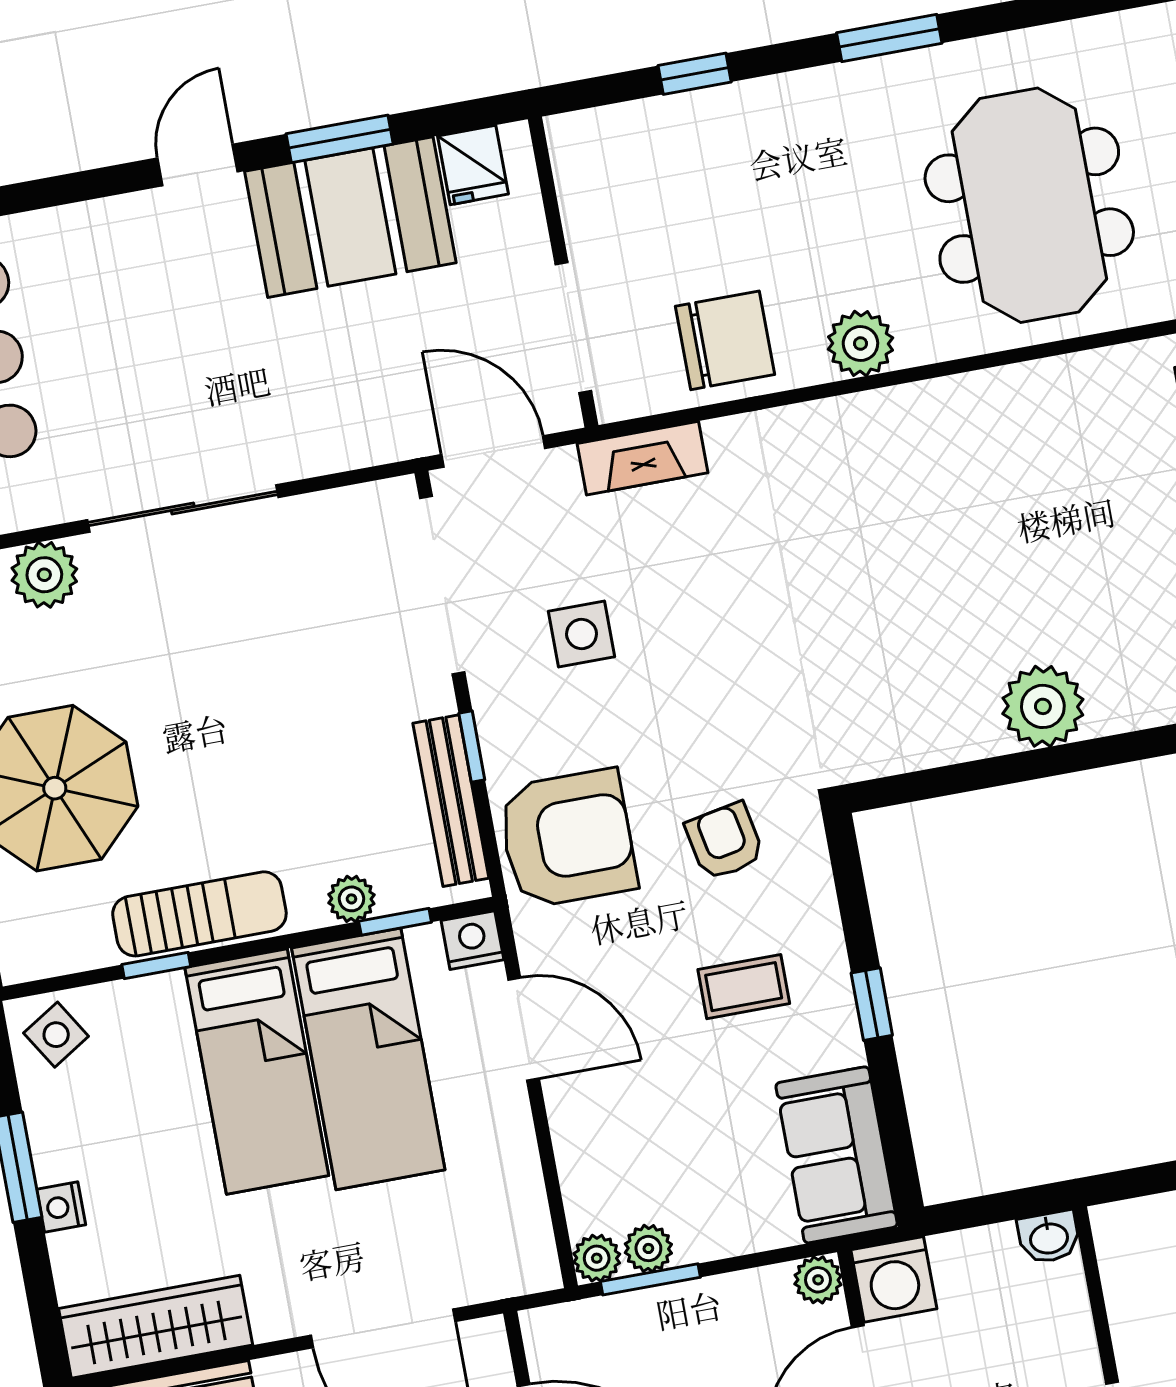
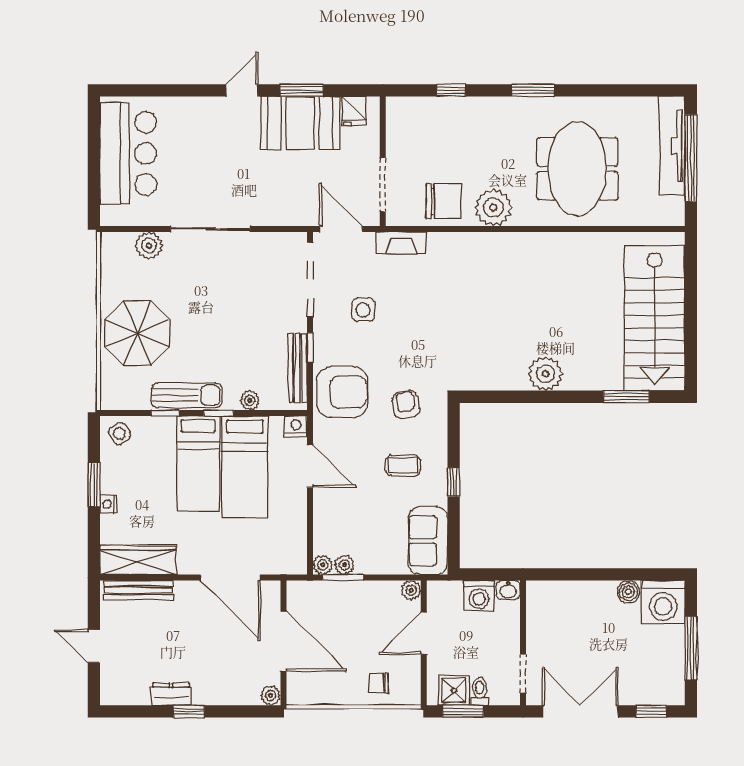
plant: (860, 344) -> (493, 208), width x1.36, depth x1.36
window: (395, 922) -> (219, 413), moved
washing machine: (894, 1279) -> (479, 596), moved

